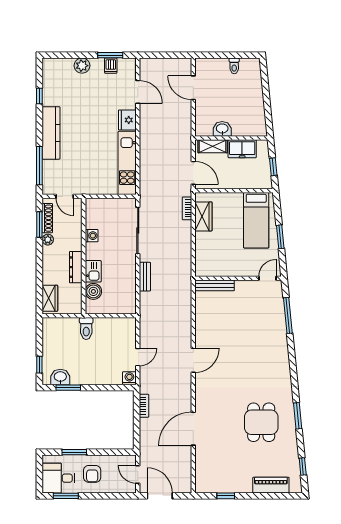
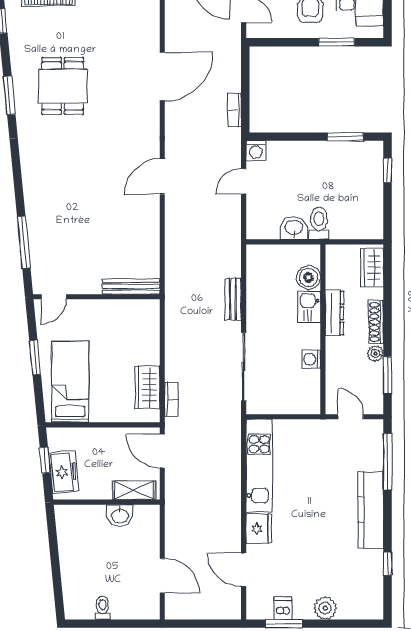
freezer: (242, 149) -> (64, 472), moved, turned 84
shoe rack: (47, 218) -> (376, 322), moved
washbasin: (60, 377) -> (294, 228), moved, turned 180

